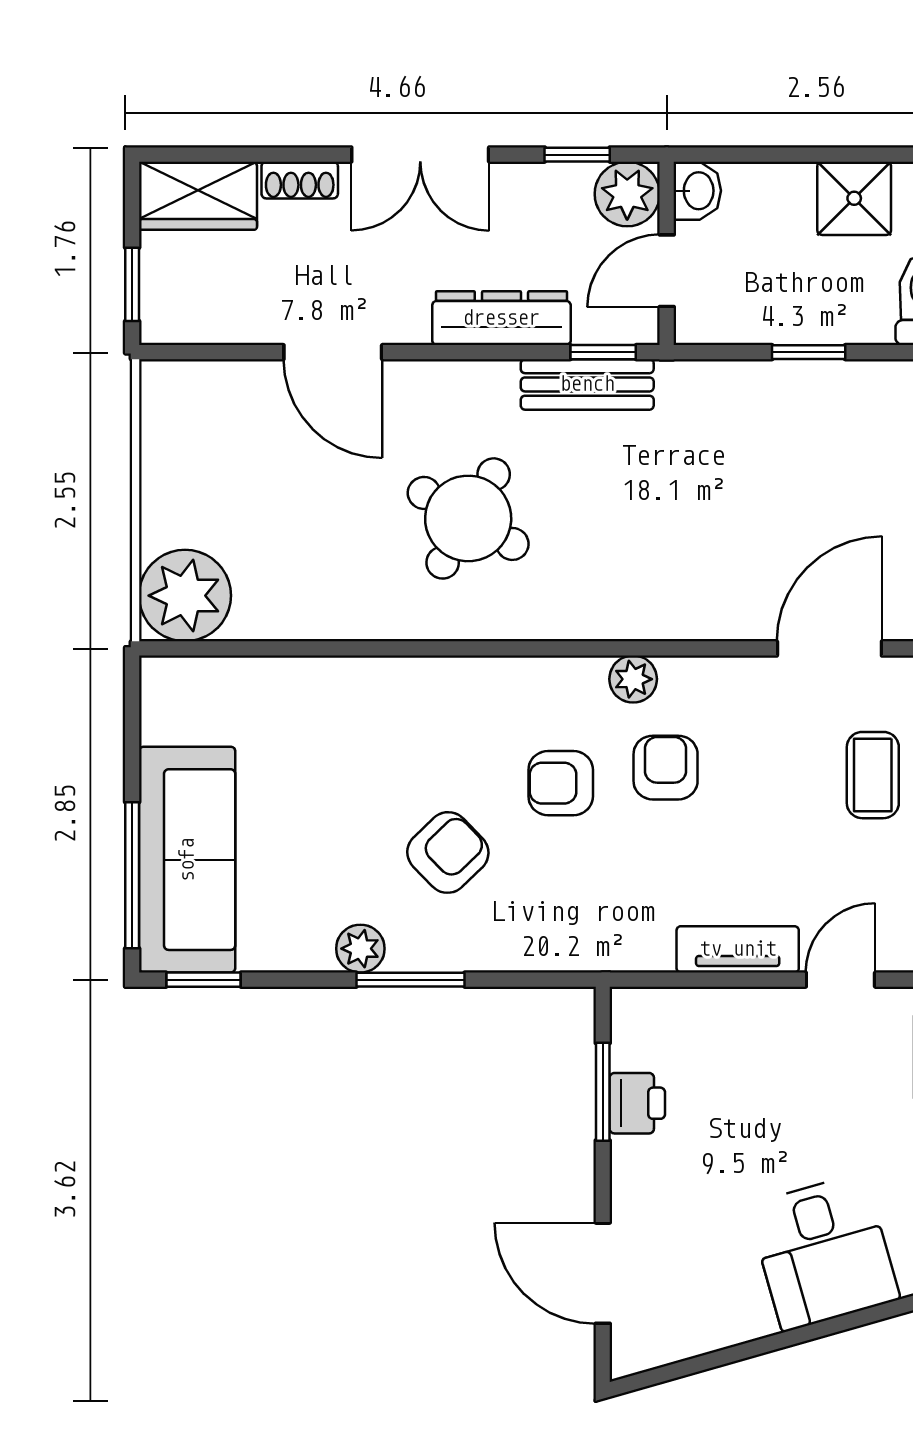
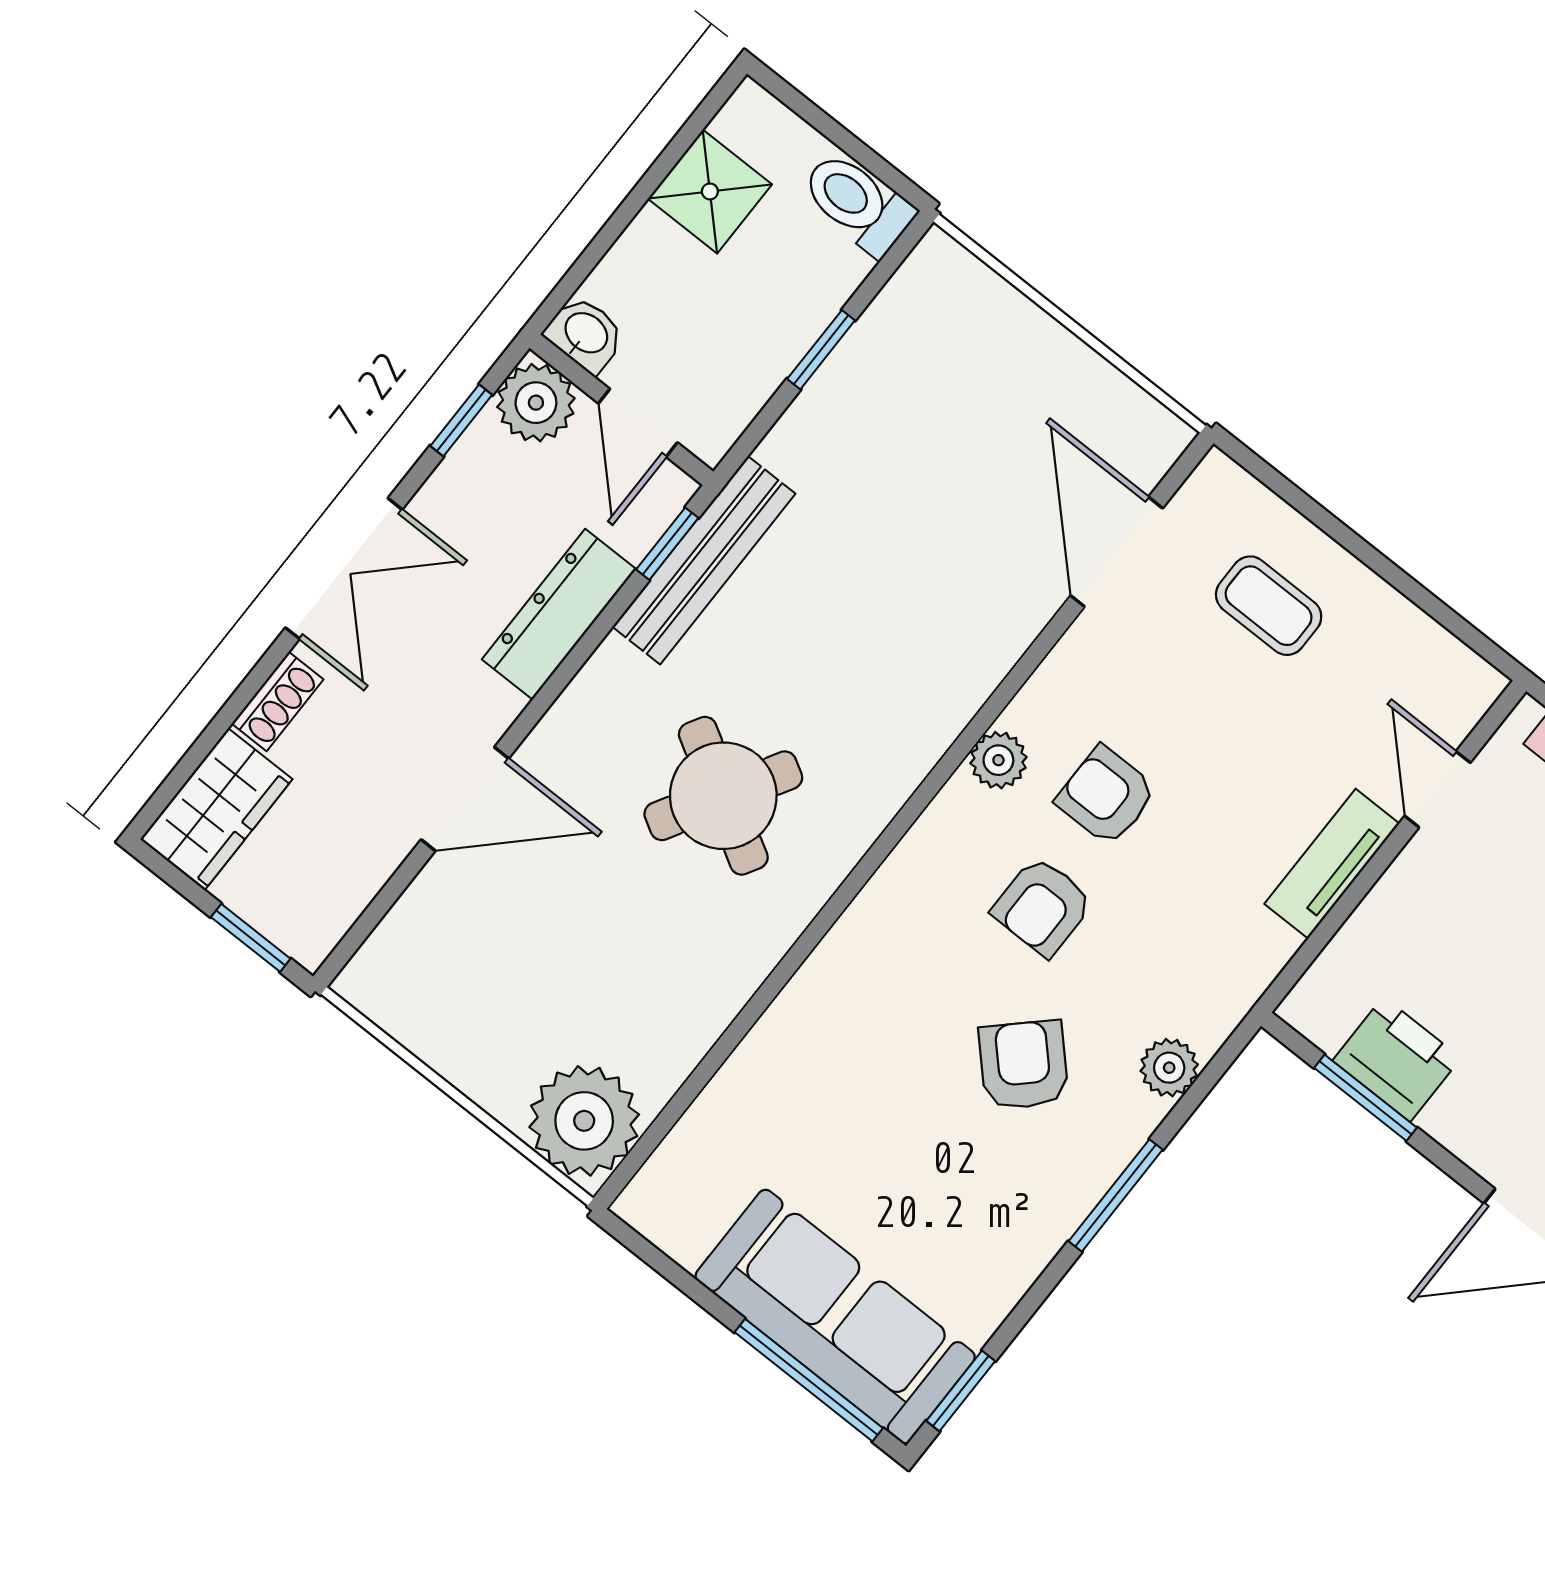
bench: (587, 384) -> (704, 560), width x1.36
plant: (360, 949) -> (1169, 1068), moved
printer: (637, 1103) -> (1397, 1059), width x1.36, depth x1.24

